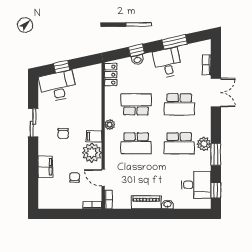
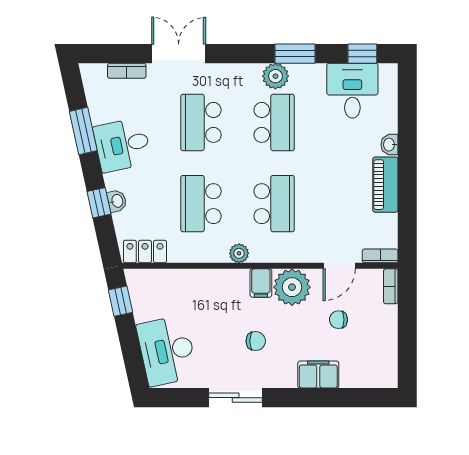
window: (62, 67) -> (121, 301), moved
school desk: (179, 104) -> (201, 122), turned 180

